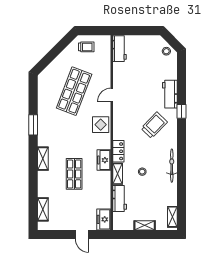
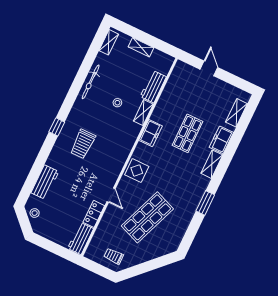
workbench: (170, 94) -> (45, 182), moved
door: (112, 95) -> (111, 195), hinge flipped
window: (182, 111) -> (57, 127), moved
trolley: (154, 125) -> (83, 144), turned -44
locker: (118, 151) -> (94, 214), moved
bicycle: (172, 166) -> (91, 82), moved
freezer: (104, 219) -> (221, 140), moved, turned 180

